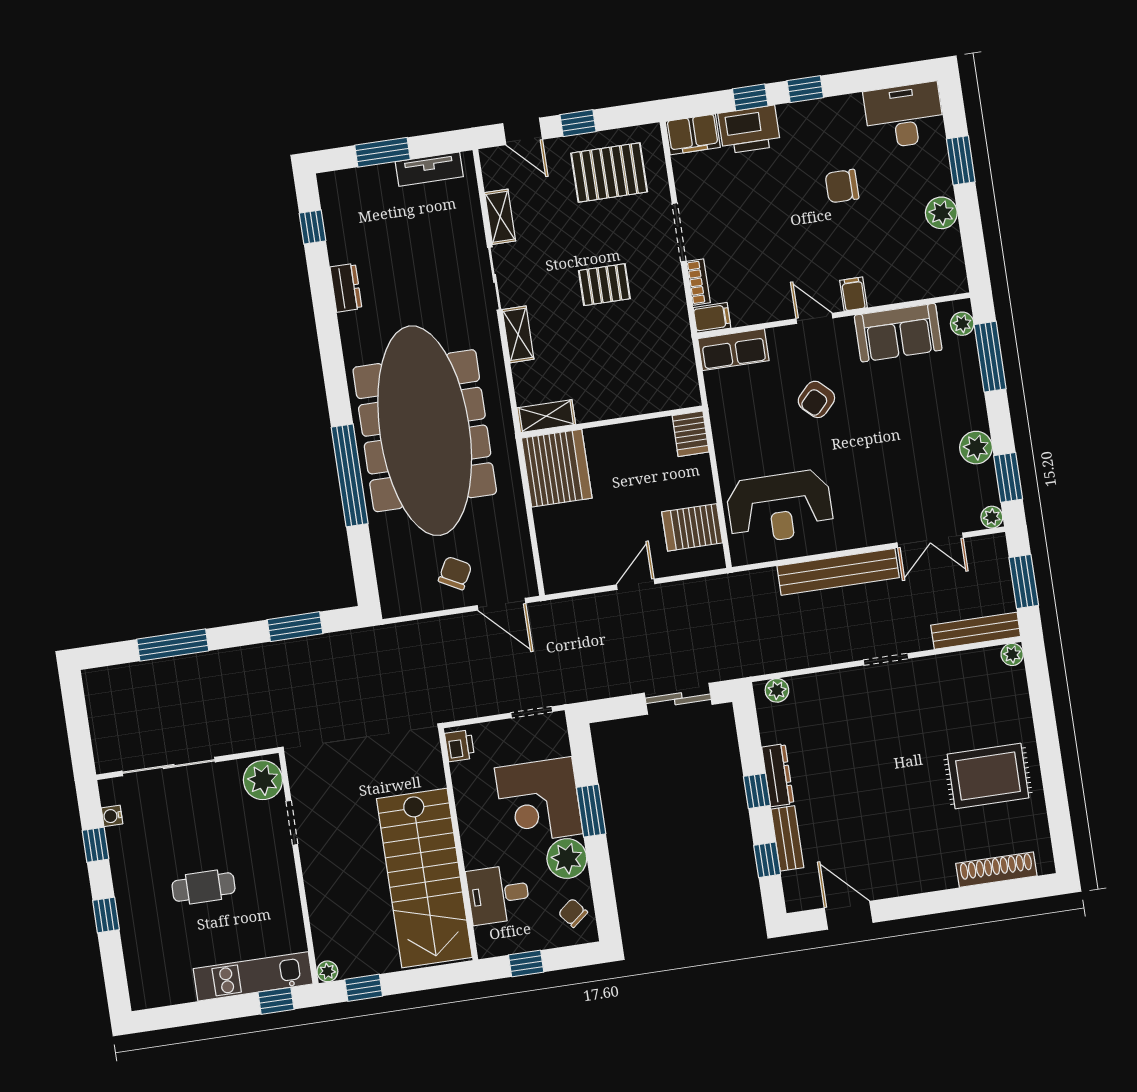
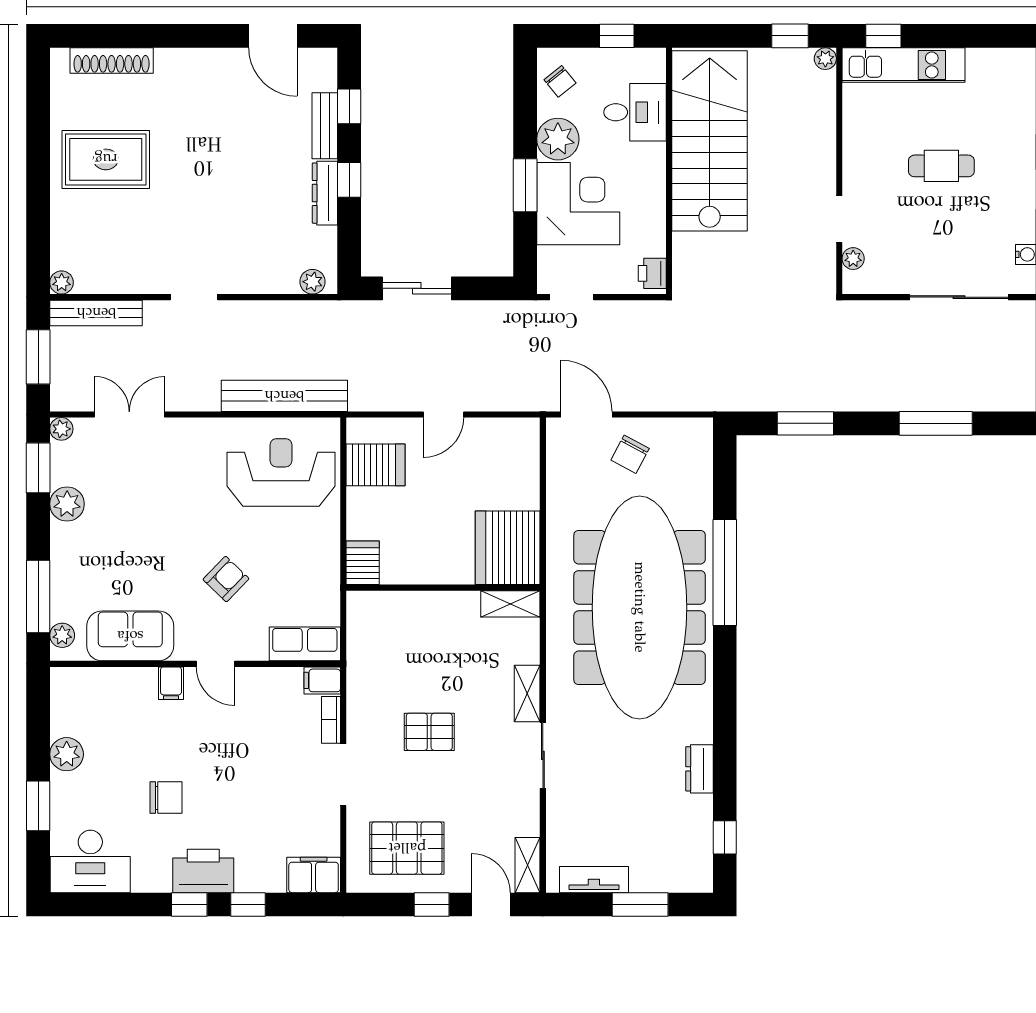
printer: (749, 130) -> (203, 871), moved
shelving: (500, 217) -> (527, 865), moved
bench: (838, 572) -> (284, 396), moved
plant: (263, 780) -> (853, 259), width x0.53, depth x0.53

